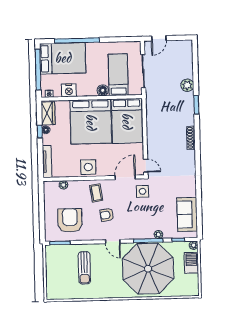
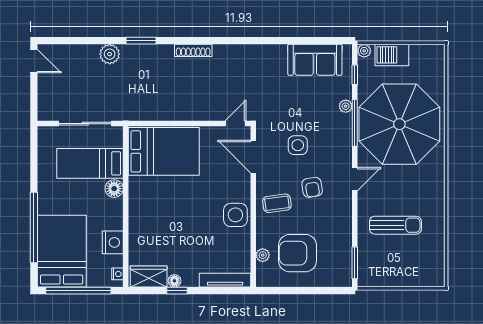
door: (159, 38) -> (34, 61), moved
bed: (91, 122) -> (163, 209), removed
side table: (142, 191) -> (298, 145), moved
armchair: (70, 220) -> (298, 253), moved

